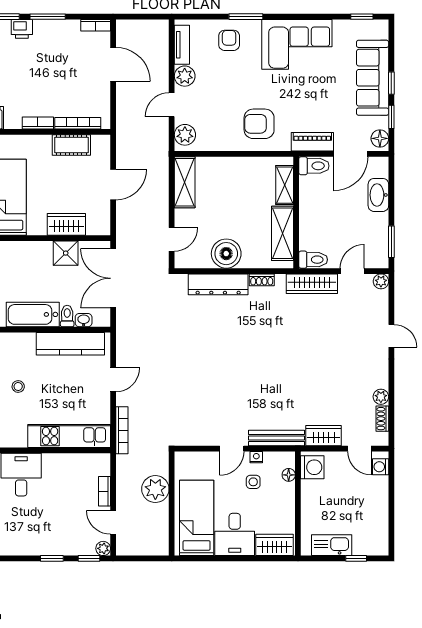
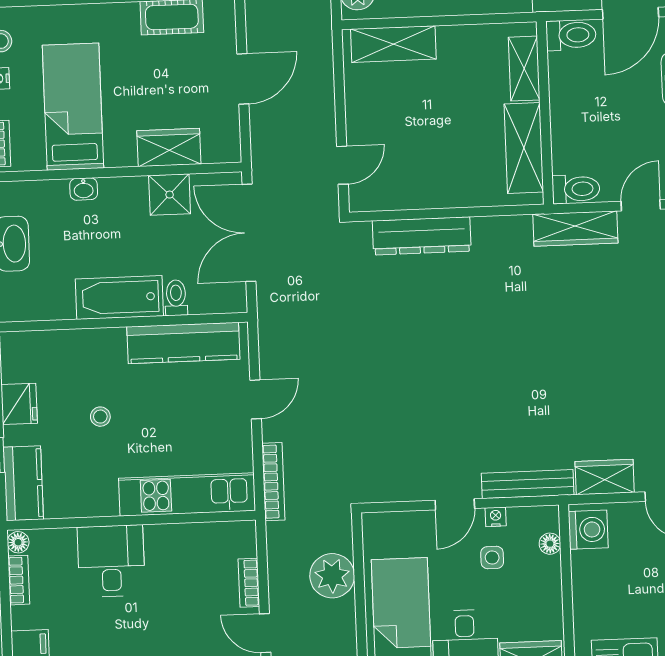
shelving: (185, 182) -> (393, 44), moved, turned 90
boiler: (226, 254) -> (433, 185), removed
shoe rack: (262, 280) -> (493, 226), removed
washbasin: (84, 320) -> (84, 189), moved, turned 180

